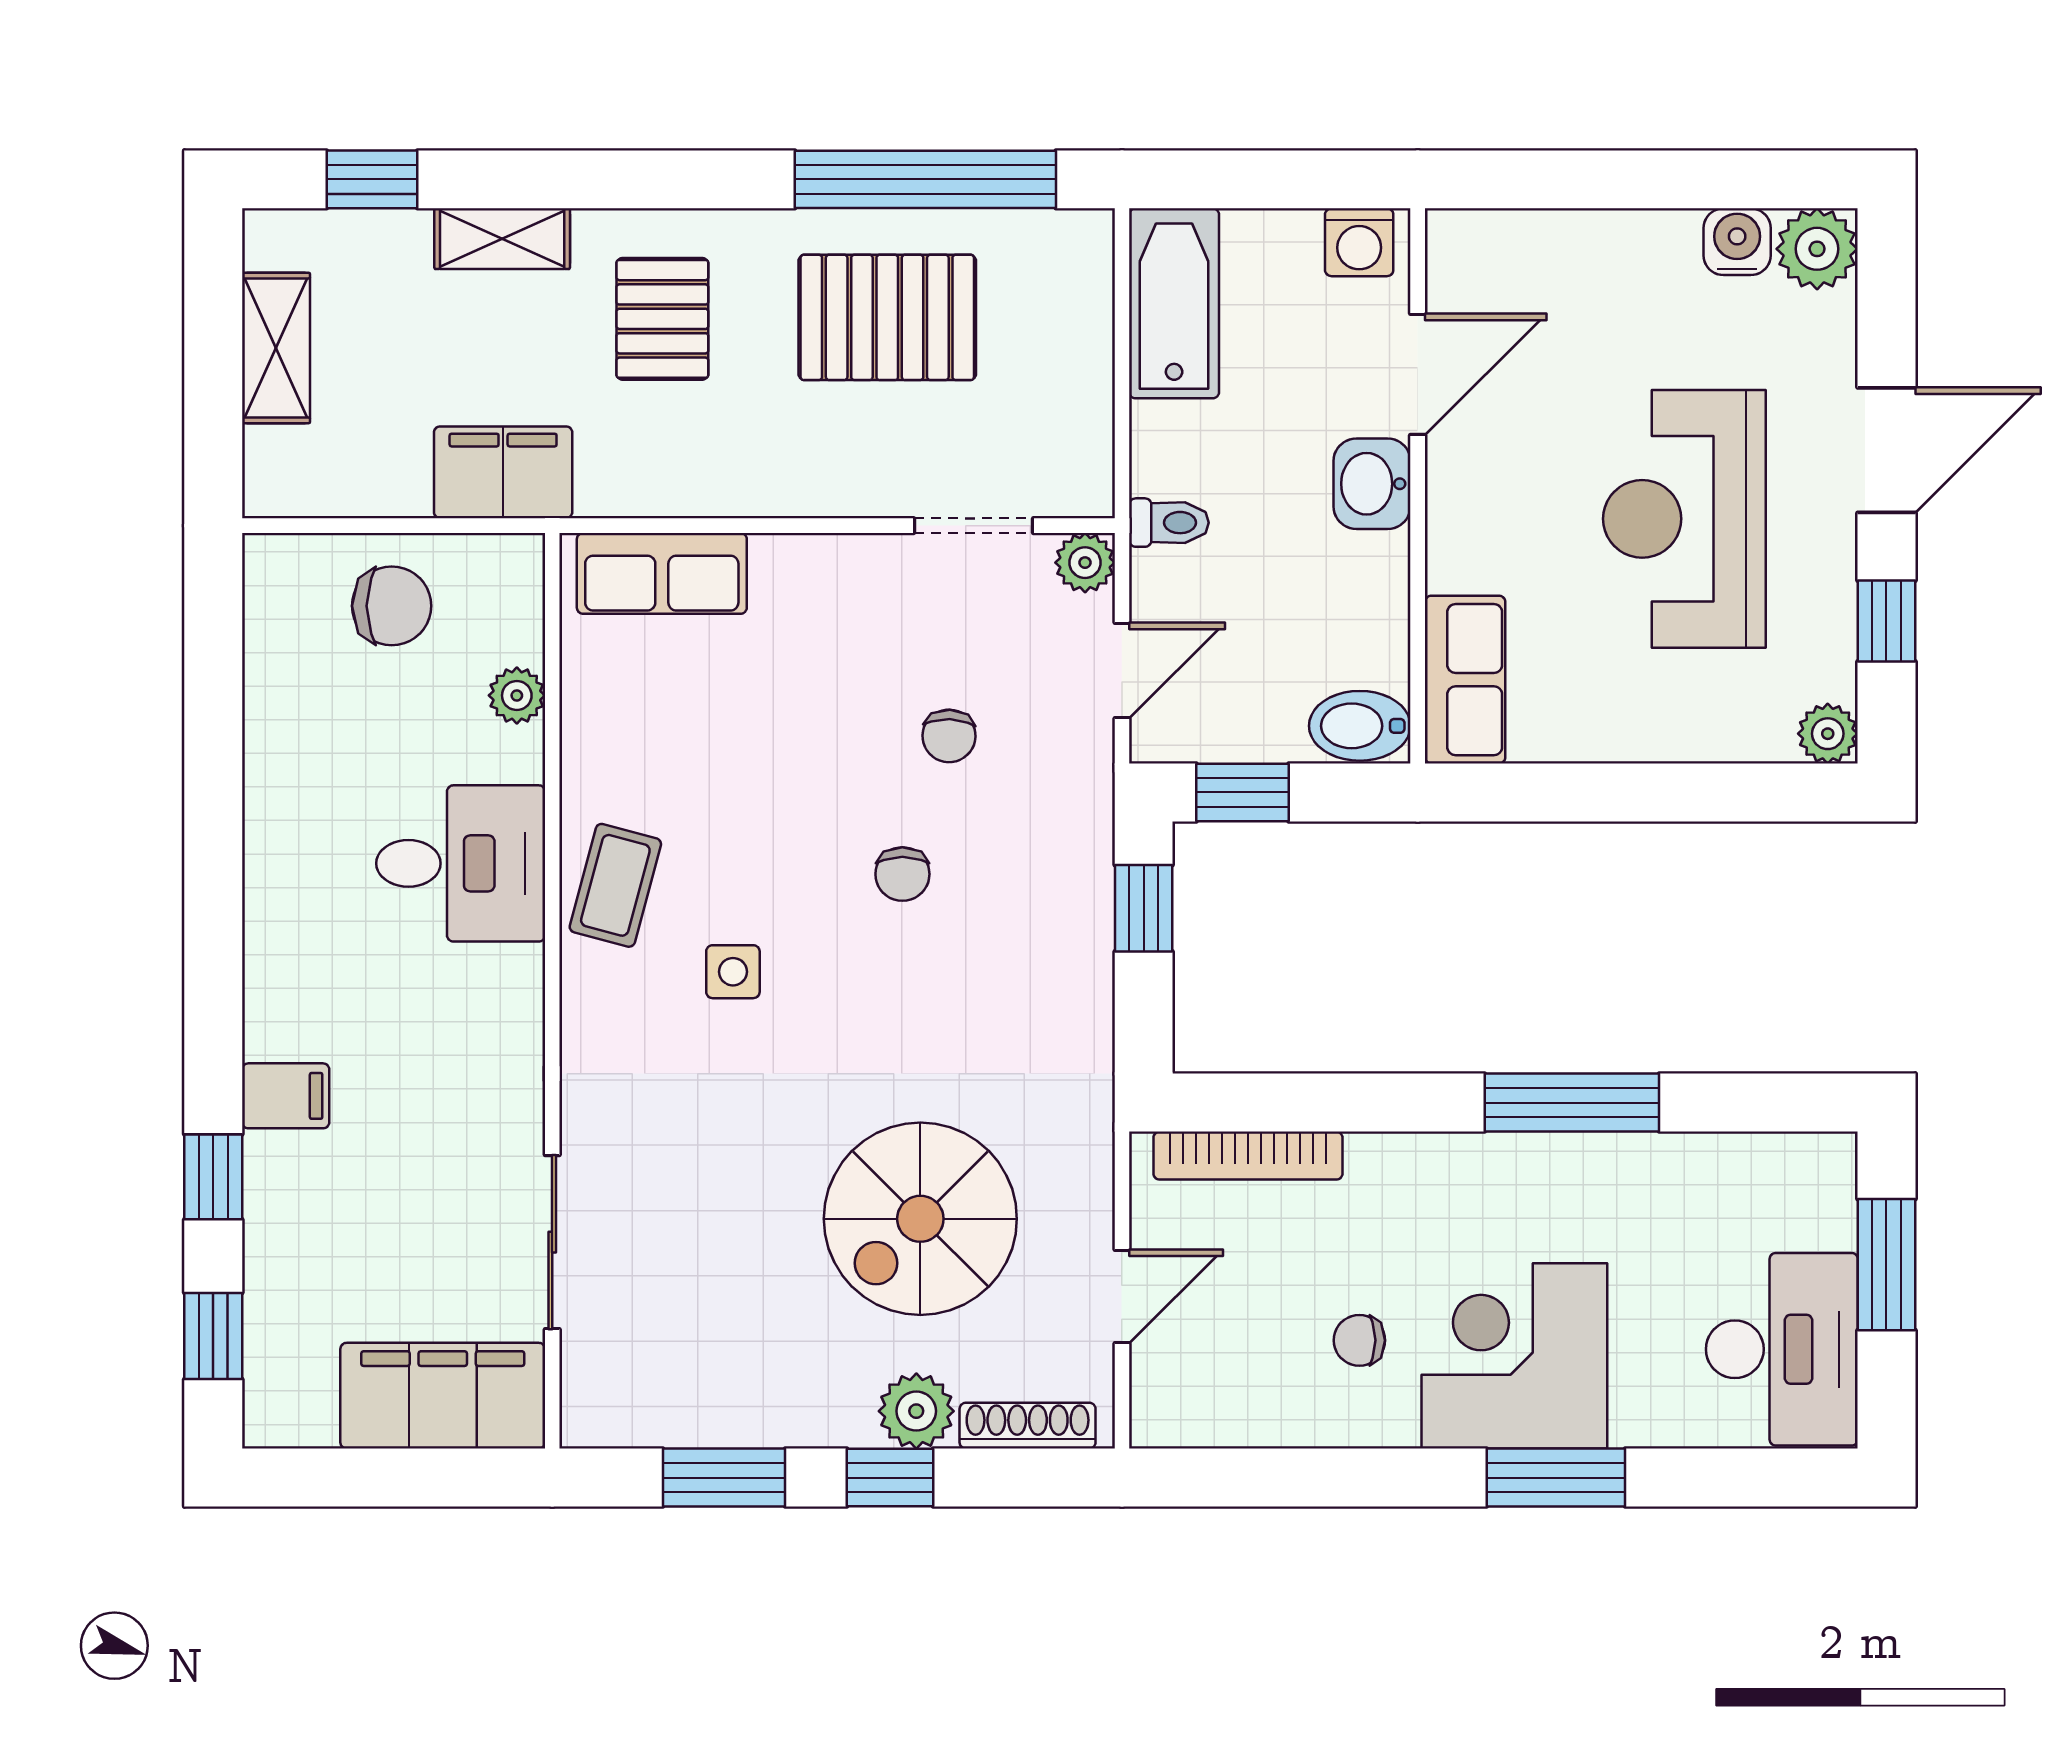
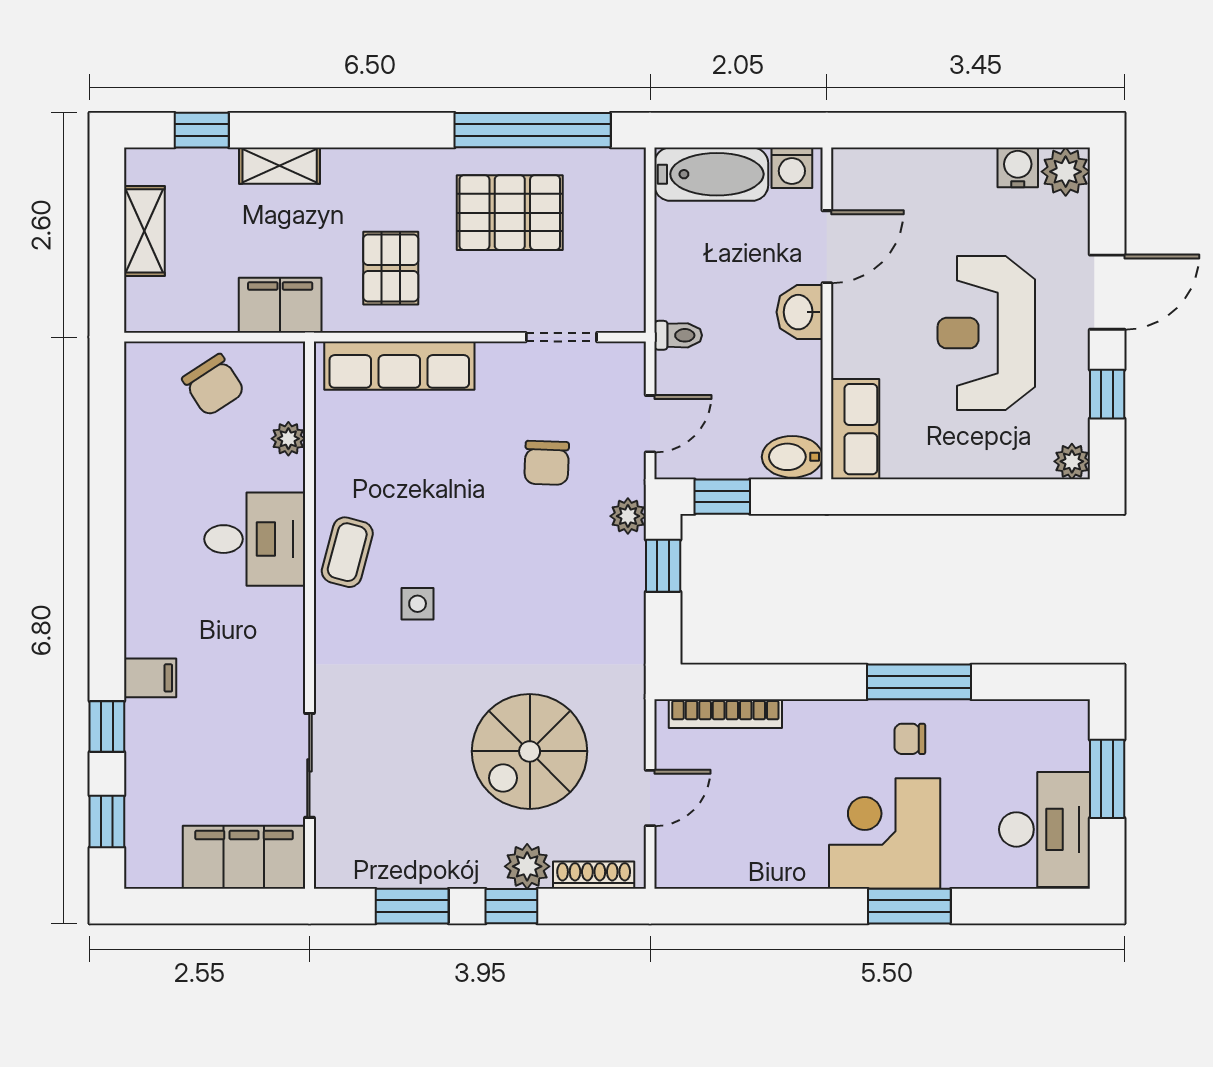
bathtub: (1174, 303) -> (711, 174), moved, turned 90
pallet: (662, 319) -> (391, 268), moved
plant: (1085, 563) -> (628, 516), moved
row of seats: (662, 573) -> (399, 366), width x1.48
chair: (392, 606) -> (214, 385), turned 57
chair: (949, 736) -> (547, 463), width x1.37, depth x1.37
chair: (902, 874) -> (519, 545), removed
chair: (1359, 1340) -> (910, 739), moved

